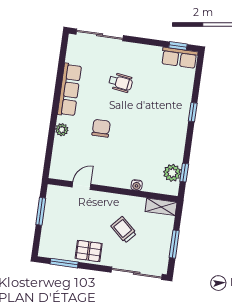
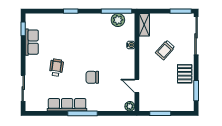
sliding door: (100, 35) -> (23, 88), width x0.73
row of seats: (179, 58) -> (32, 42), moved
window: (55, 108) -> (82, 113), added
plant: (62, 130) -> (130, 106), moved
window: (184, 173) -> (116, 11), width x2.17
window: (174, 244) -> (181, 11), moved

